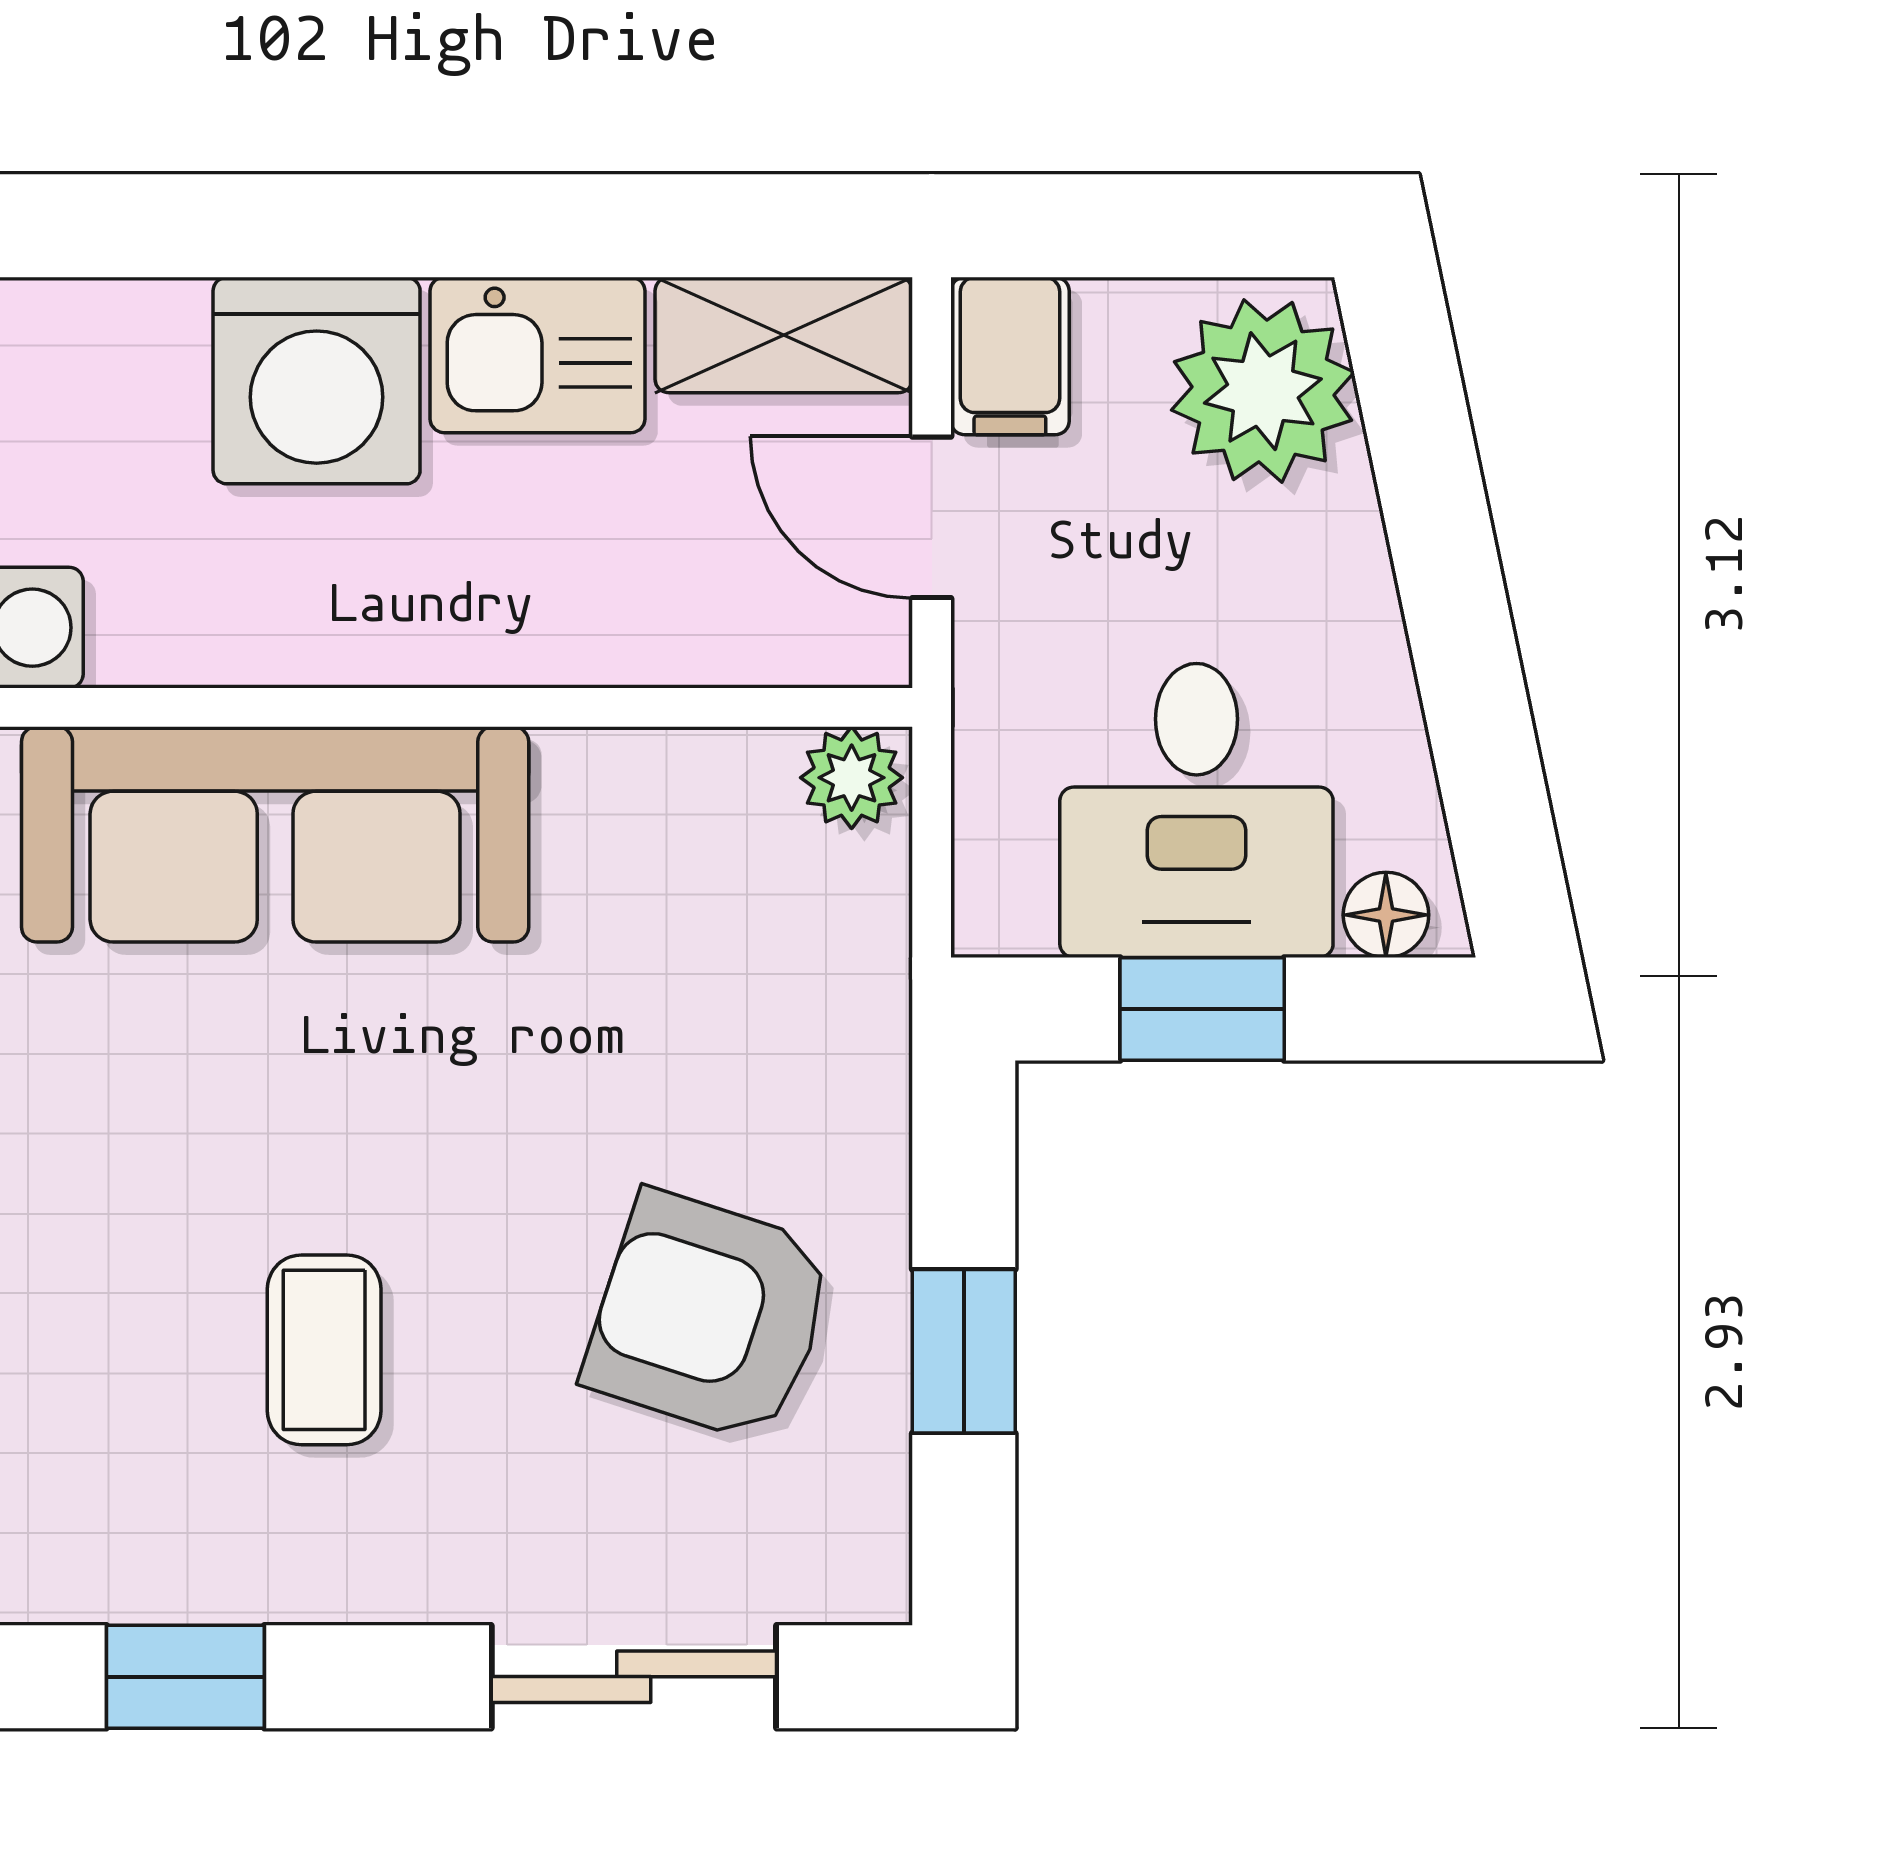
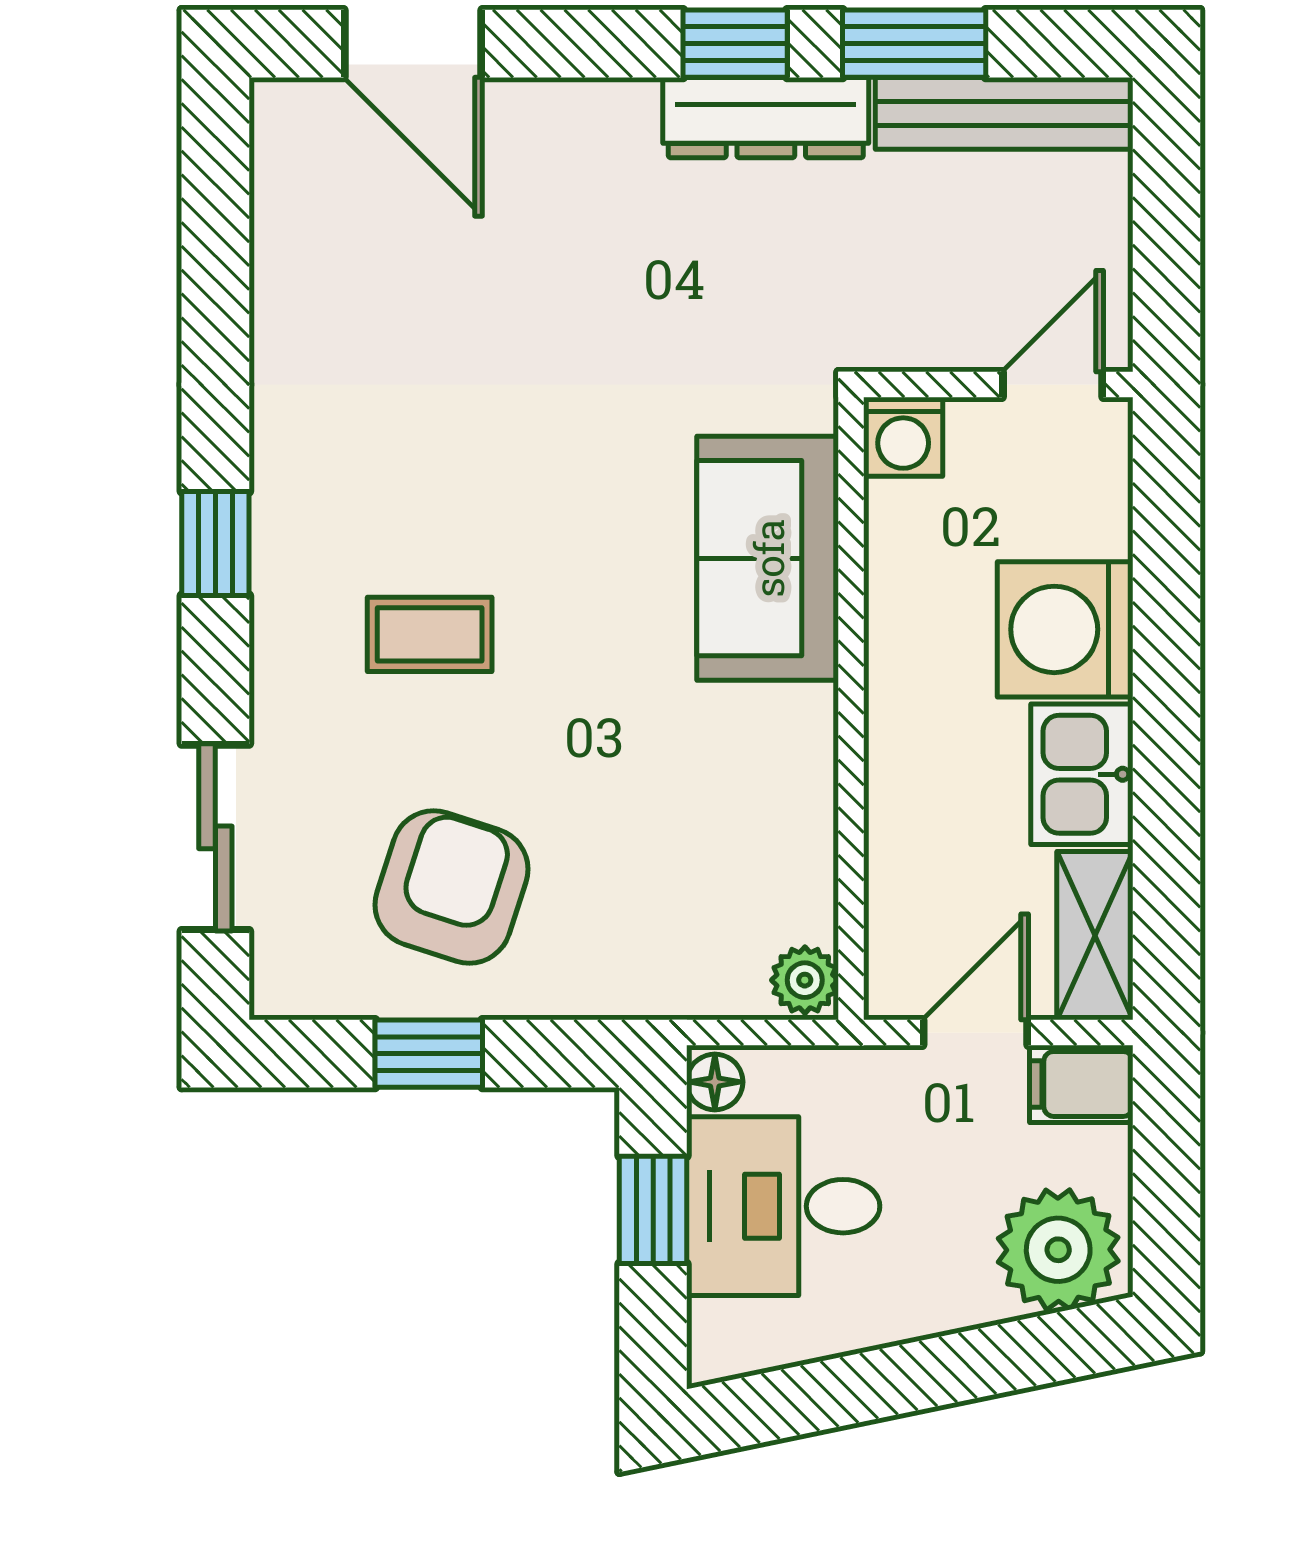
sofa: (275, 834) -> (768, 558), width x0.73
floor lamp: (1386, 915) -> (715, 1082), moved

